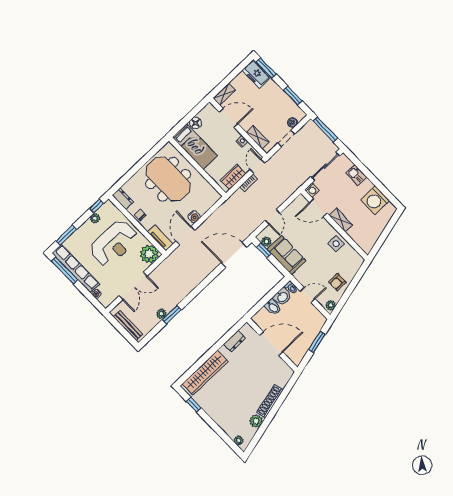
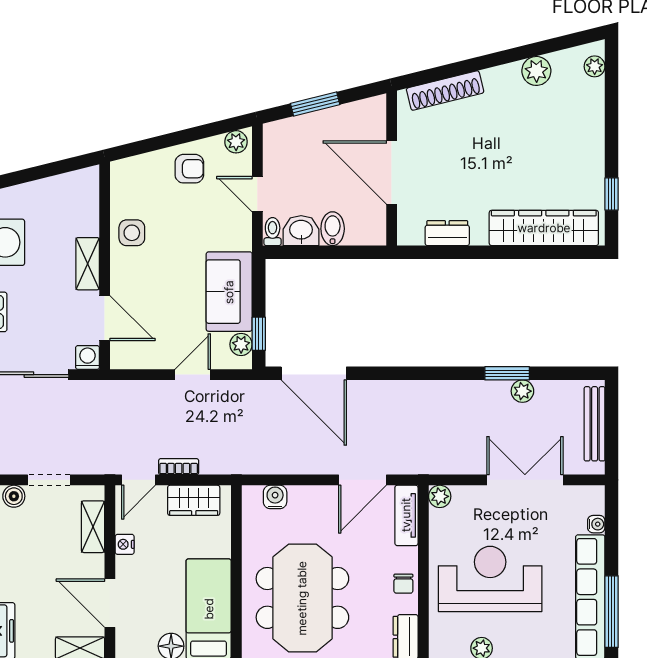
water cooler: (194, 217) -> (275, 497), moved
plant: (149, 254) -> (440, 496), width x0.53, depth x0.53
shoe rack: (270, 401) -> (445, 91), moved

